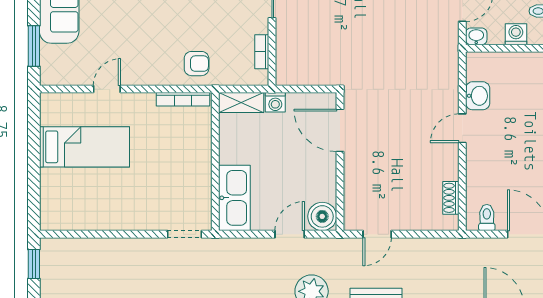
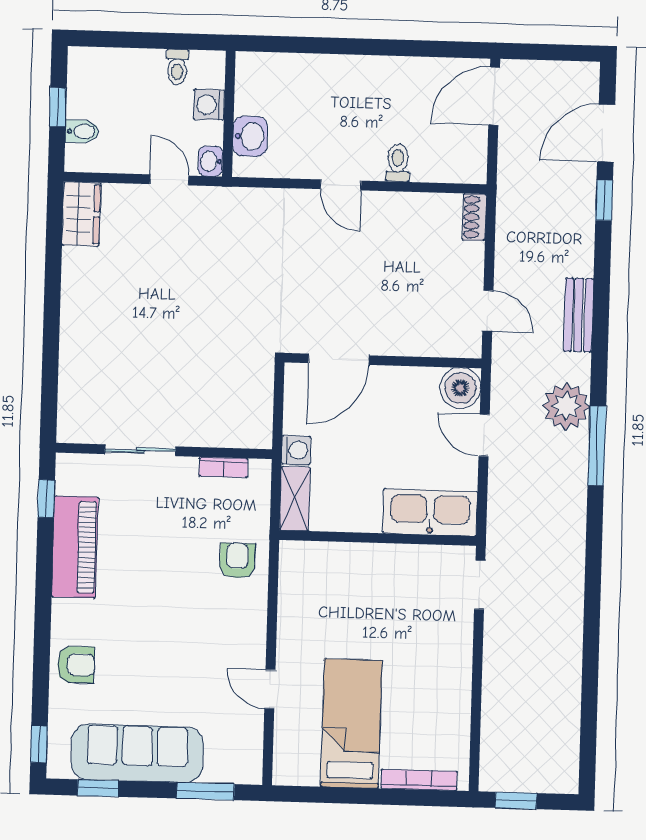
washbasin: (478, 96) -> (250, 136), moved, turned 90
bookcase: (183, 99) -> (419, 780), moved, turned -90
shoe rack: (451, 198) -> (474, 217), moved, turned 90
toilet: (487, 217) -> (398, 163), moved, turned 90

